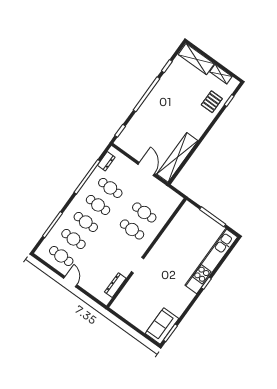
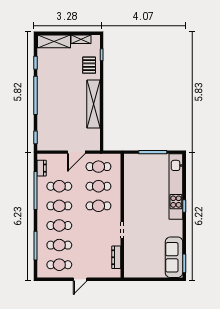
shelving: (177, 157) -> (93, 104), moved
door: (146, 169) -> (76, 152), swing flipped
cafe table: (157, 195) -> (98, 167), added
door: (70, 282) -> (80, 279), swing flipped
sofa: (162, 326) -> (174, 257), width x1.36

